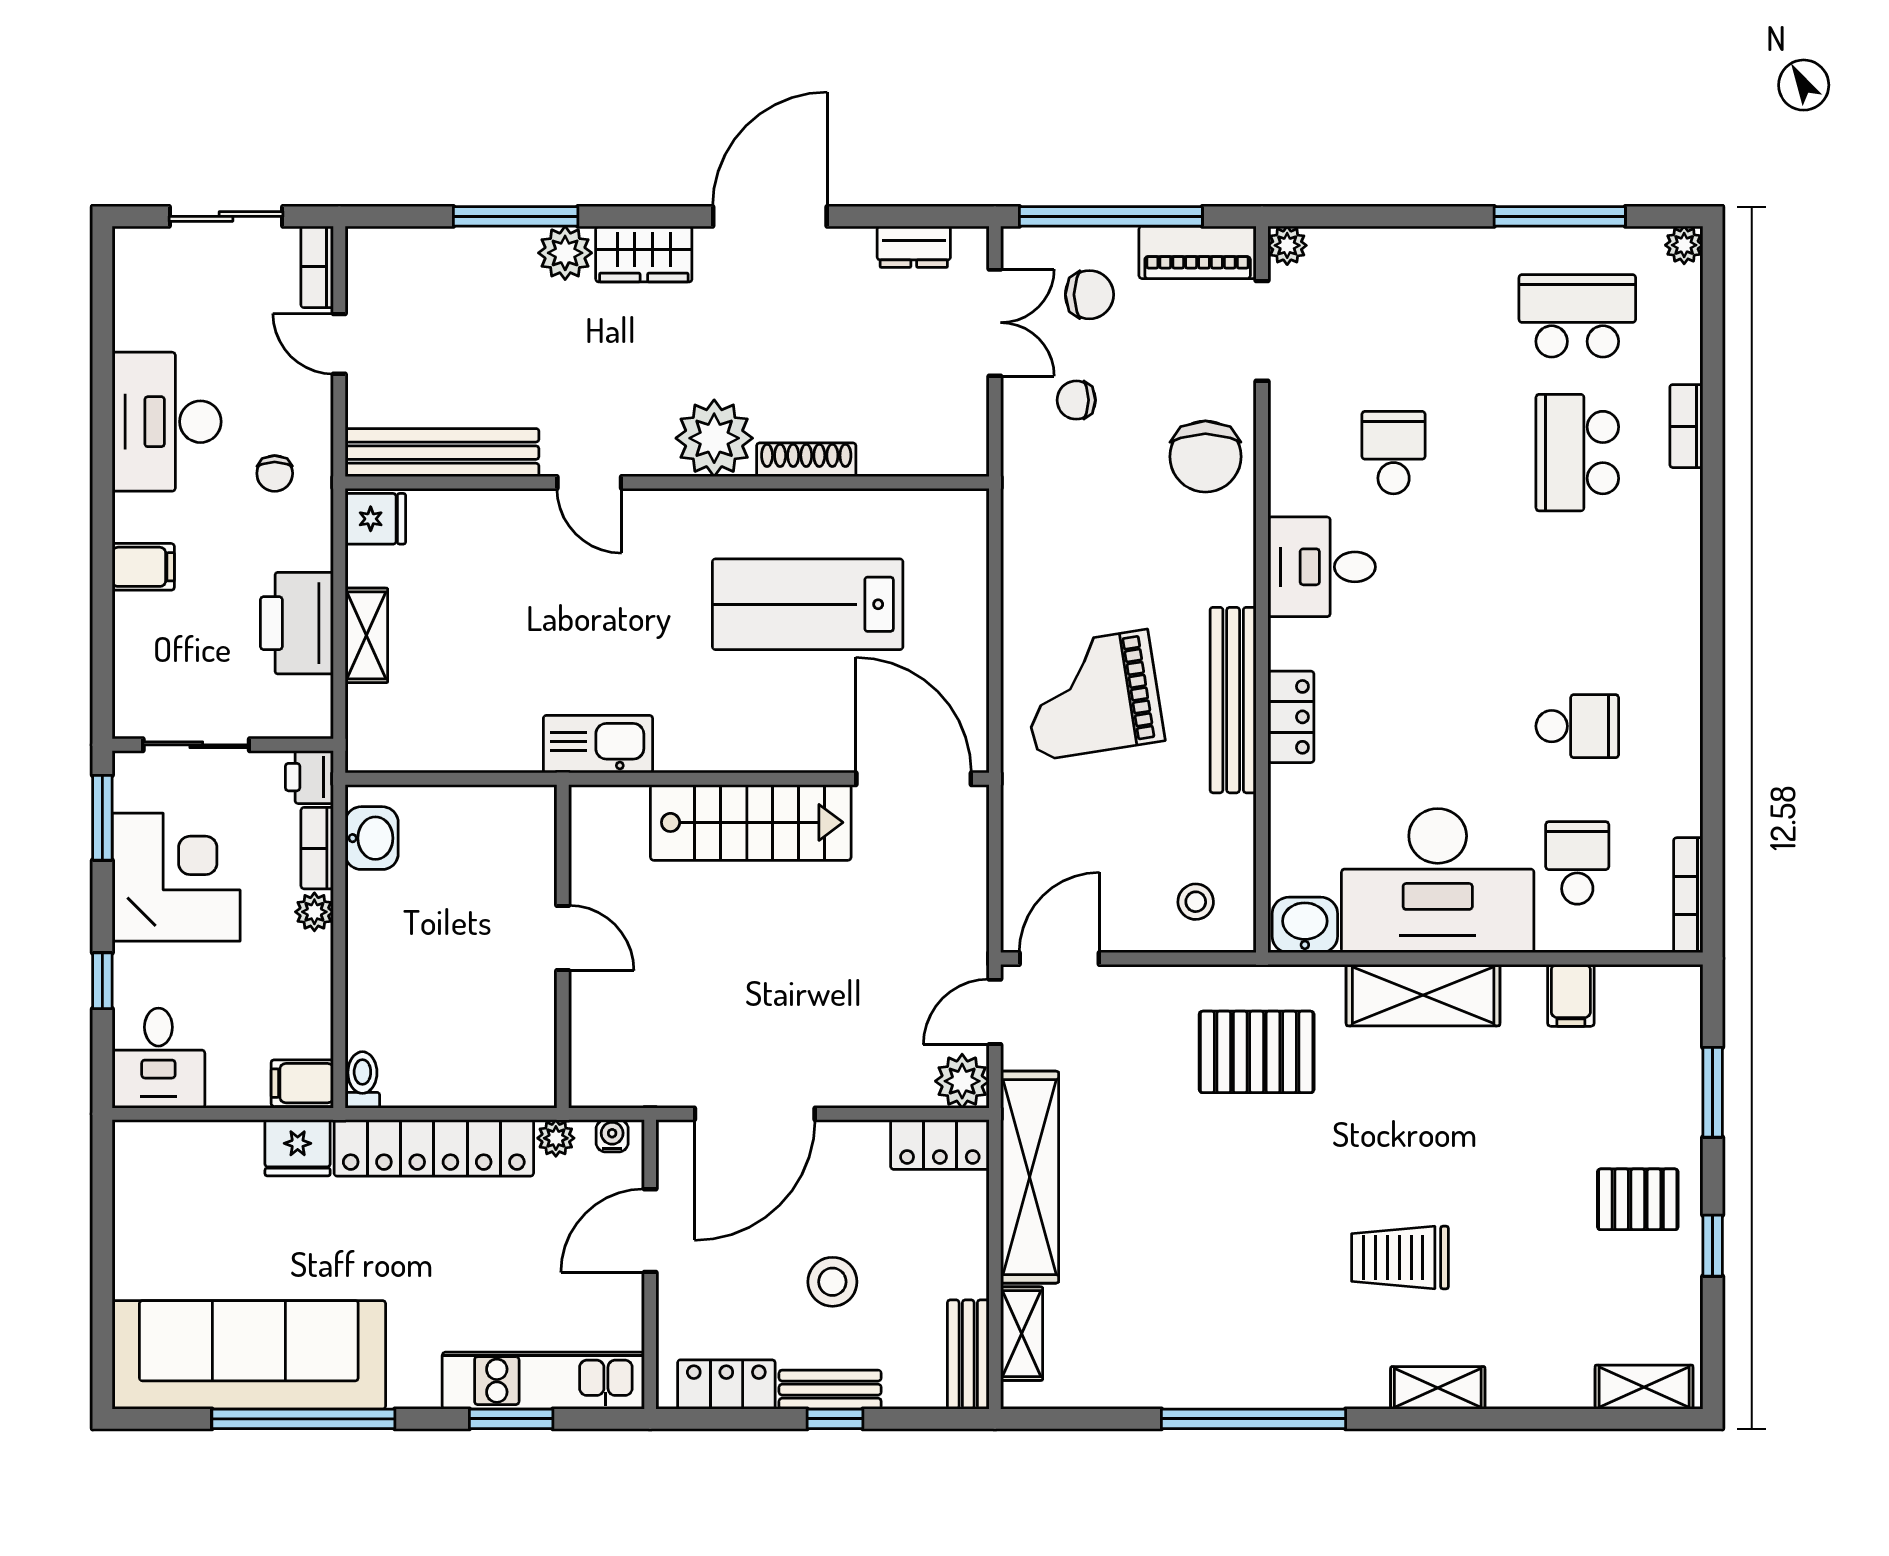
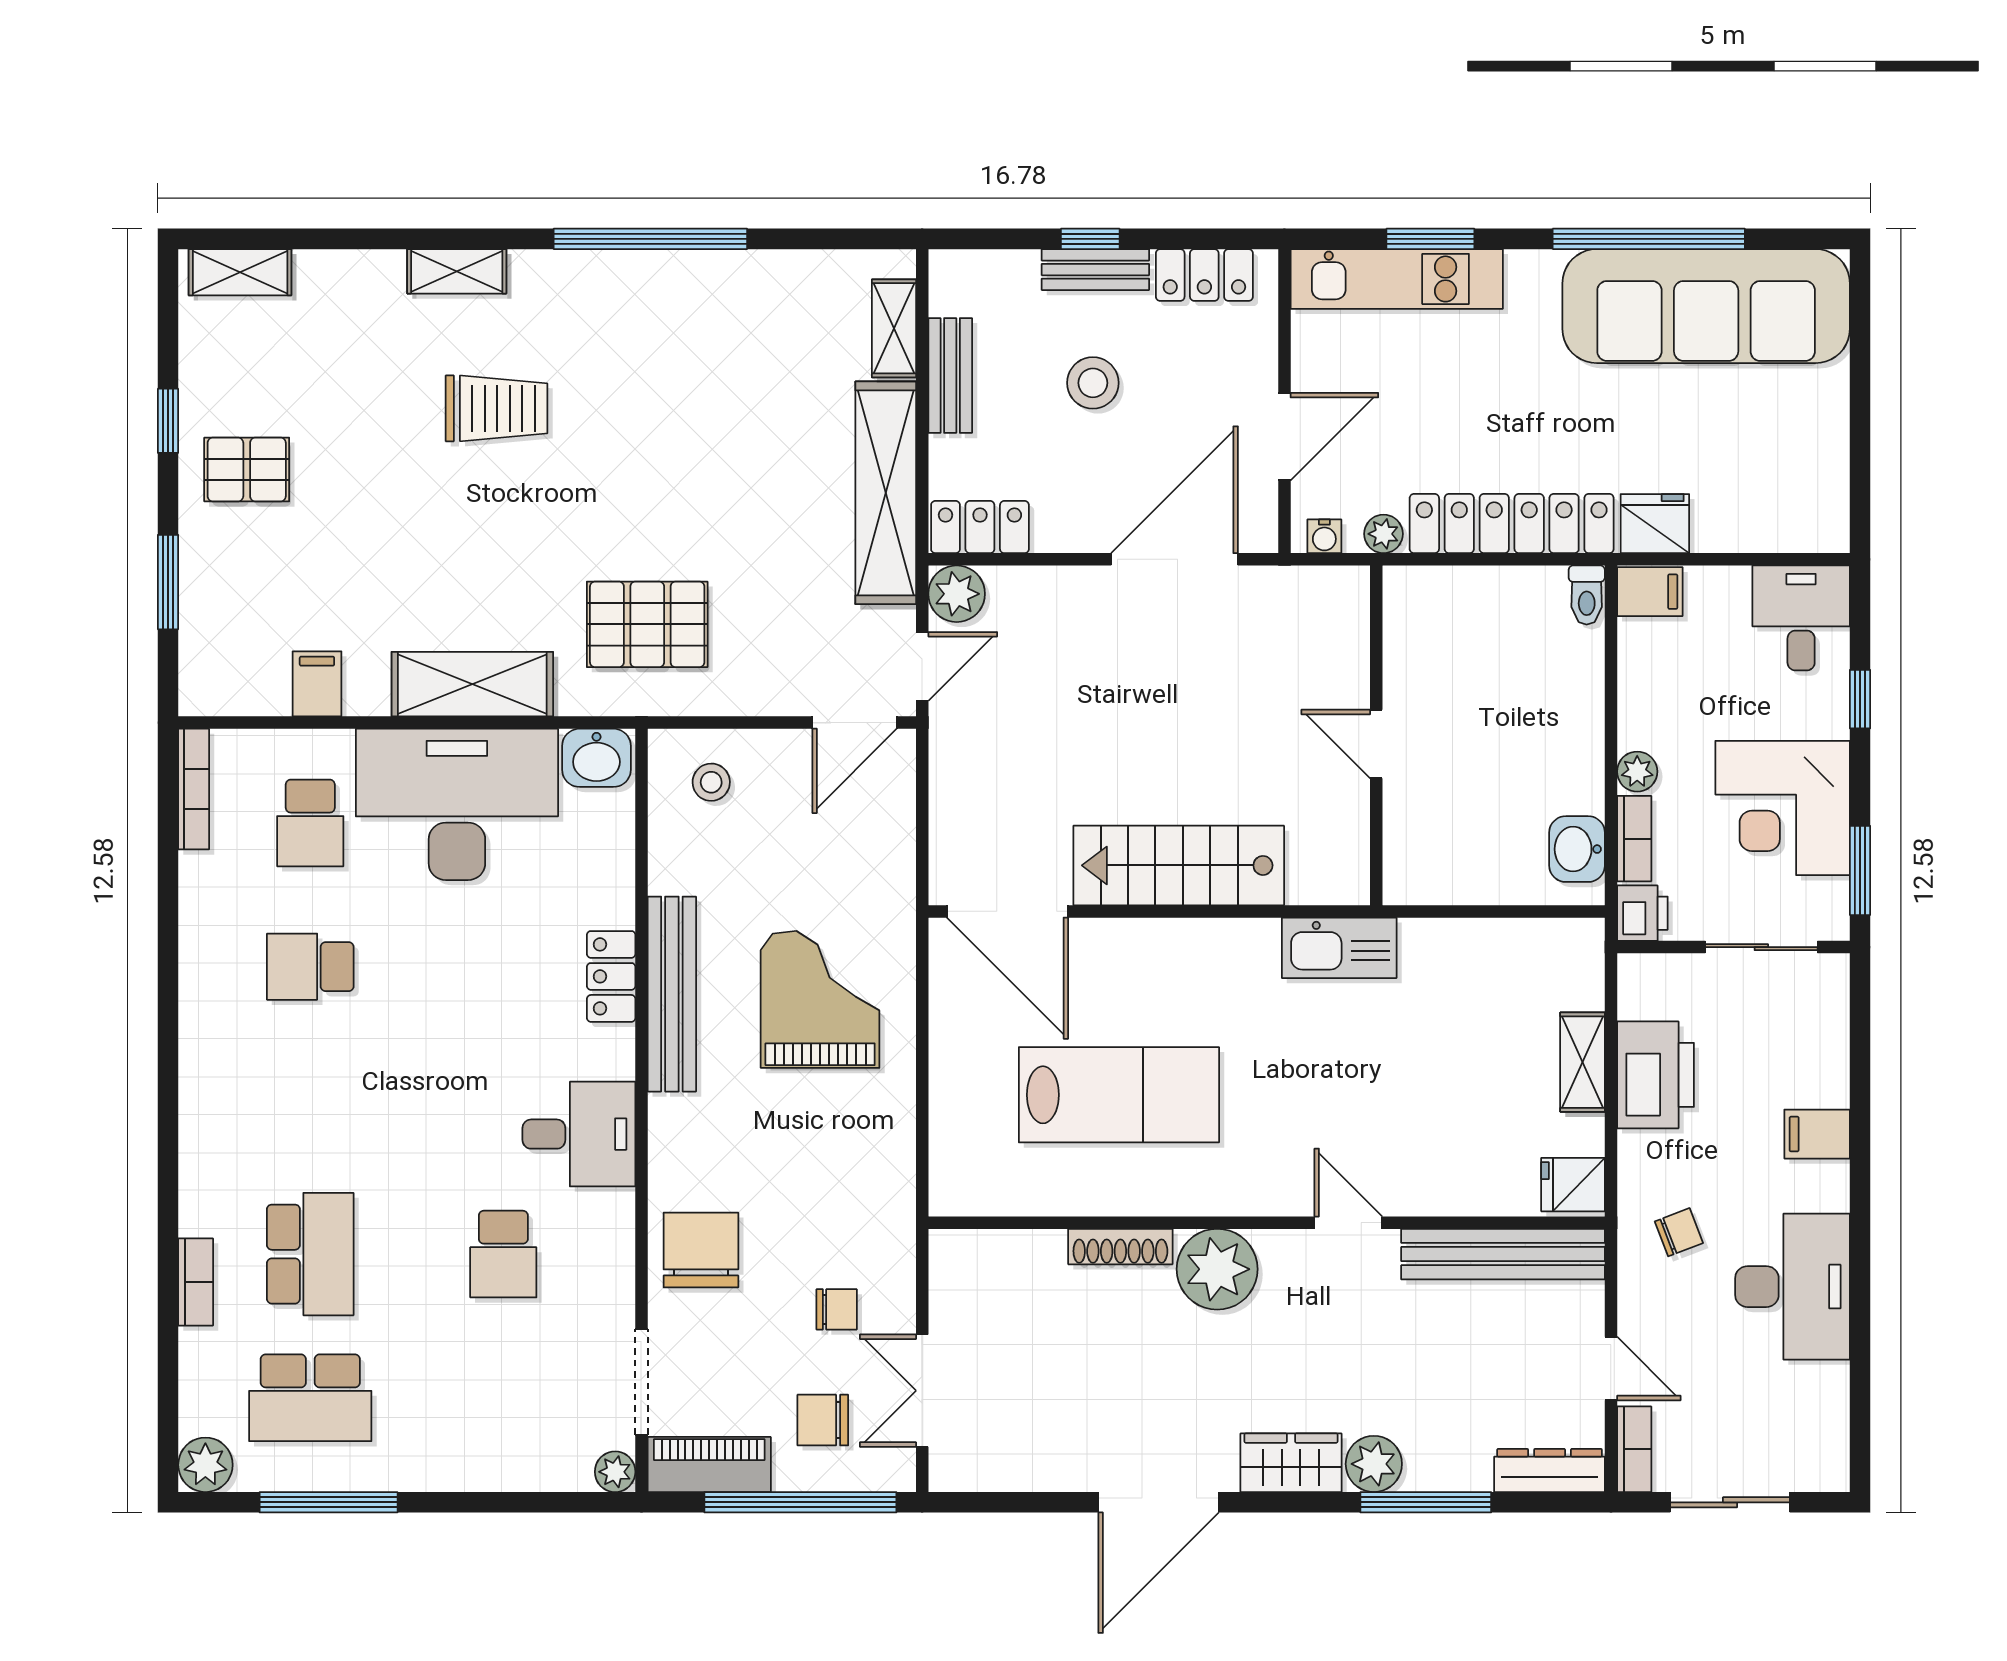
plant: (1684, 245) -> (205, 1465), width x1.38, depth x1.38
dresser: (914, 247) -> (1550, 1470), moved, width x1.44
chair: (275, 473) -> (1679, 1232), turned 69
grand piano: (1092, 695) -> (820, 999), turned -81
bench: (968, 1354) -> (950, 376), moved

